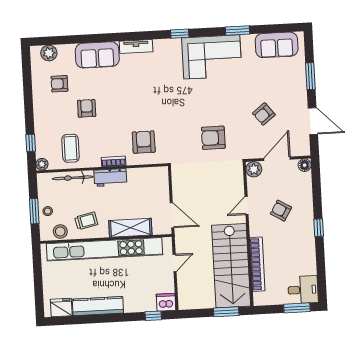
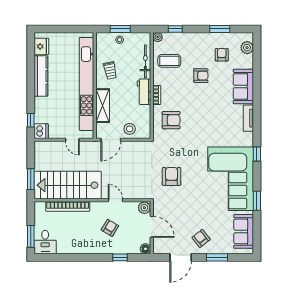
corner sofa: (212, 57) -> (231, 179), width x1.36, depth x1.36
window: (28, 88) -> (220, 29), added
armchair: (264, 114) -> (201, 238), moved
window: (319, 228) -> (120, 257), moved
stool: (60, 231) -> (130, 129), moved

